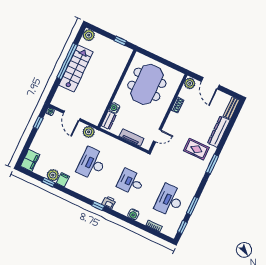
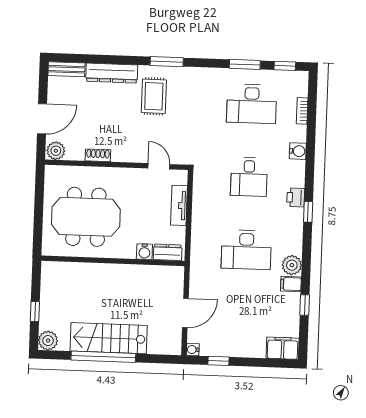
window: (120, 41) -> (35, 312), moved
plant: (89, 132) -> (199, 276), removed
plant: (53, 175) -> (292, 265), moved

